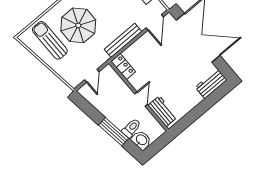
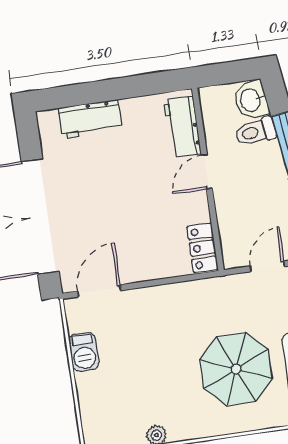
bench: (123, 40) -> (174, 294), removed
workbench: (211, 84) -> (90, 119), moved

